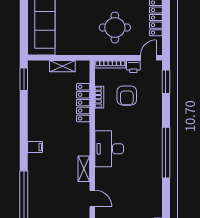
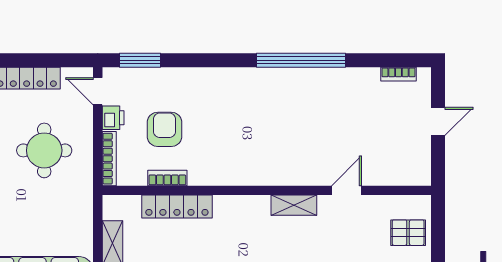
armchair: (127, 96) -> (165, 129), turned -90
desk: (109, 149) -> (259, 161), removed
window: (166, 153) -> (301, 60), moved

